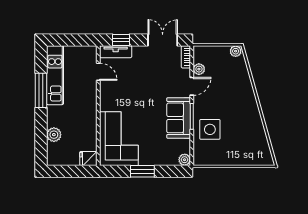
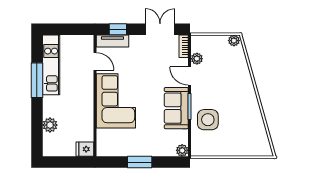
door: (192, 86) -> (190, 76), swing flipped
corner sofa: (119, 139) -> (116, 101), moved

